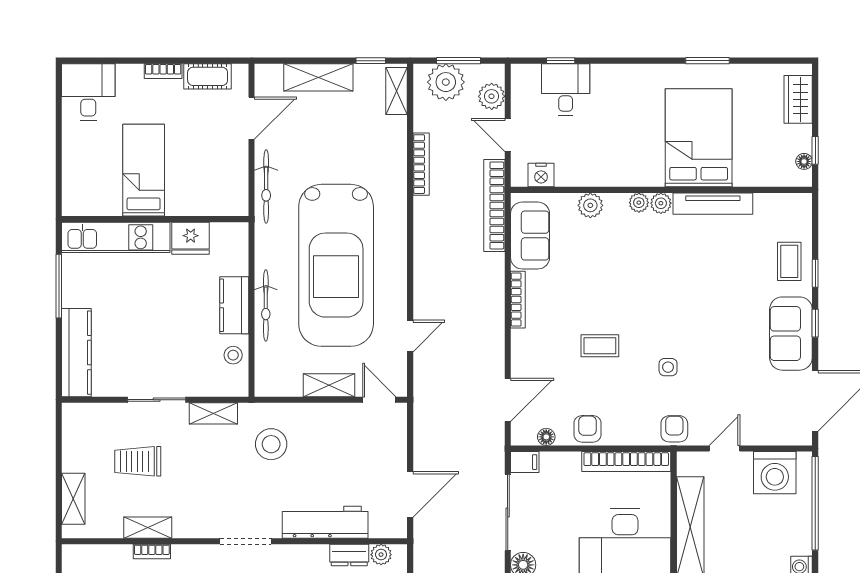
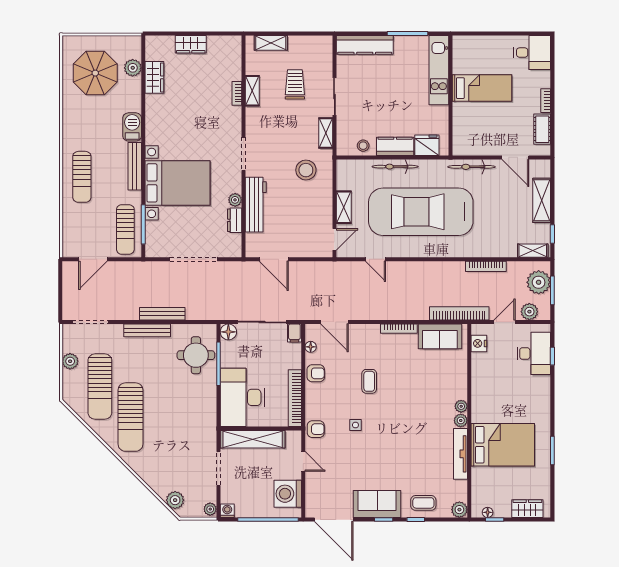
desk: (566, 89) -> (534, 353), width x1.37
plant: (590, 205) -> (459, 510), moved
fridge: (191, 238) -> (427, 145), moved, turned 90
plant: (381, 555) -> (235, 200), moved

